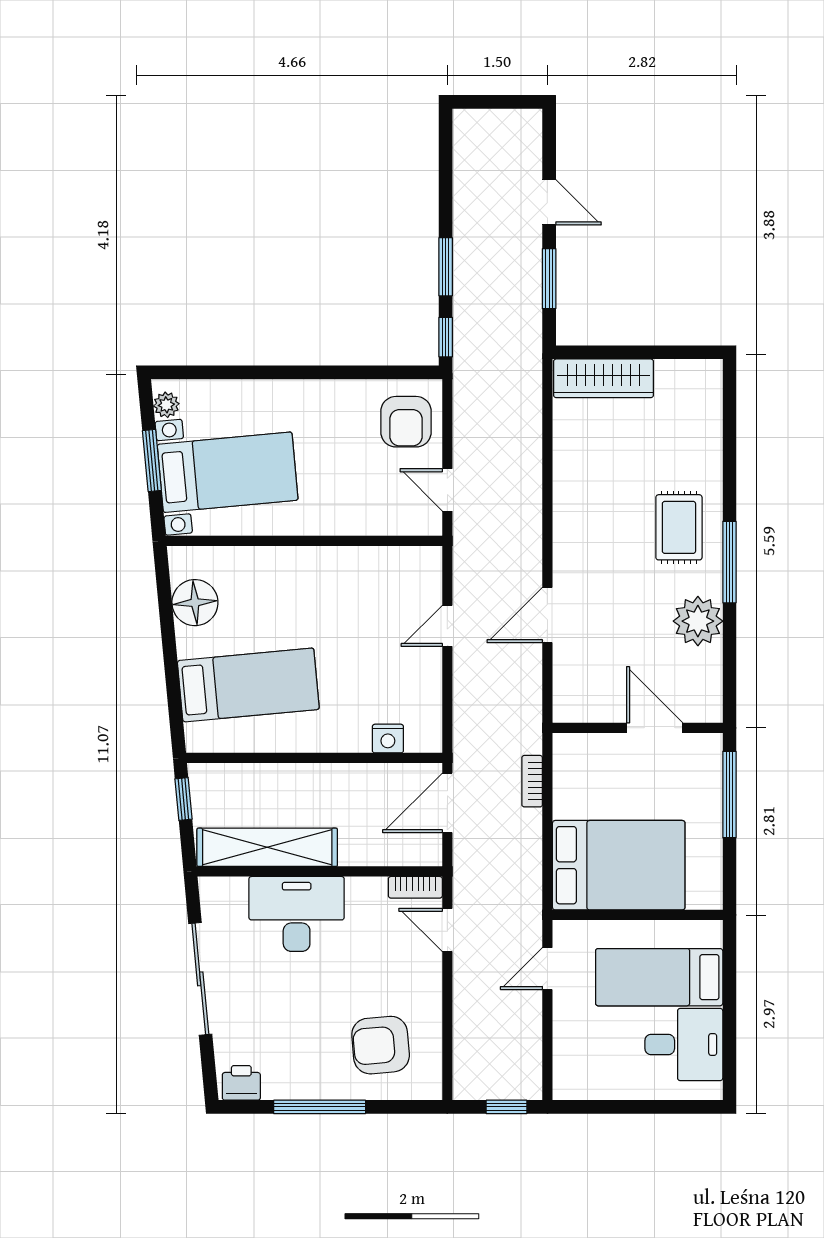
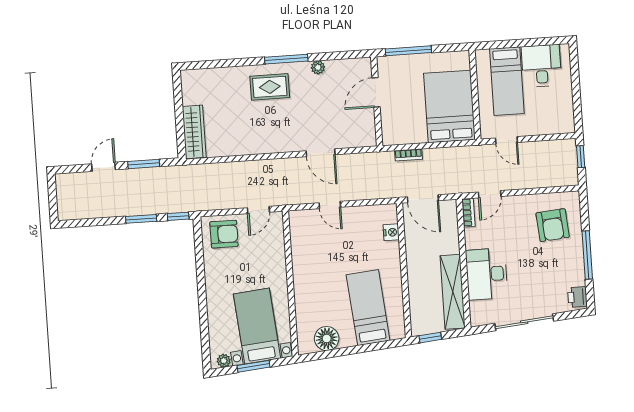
plant: (698, 621) -> (318, 67), width x0.53, depth x0.53

